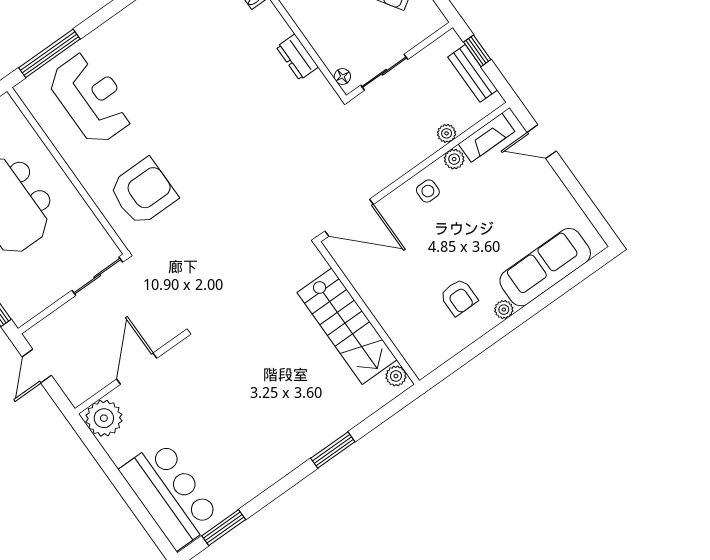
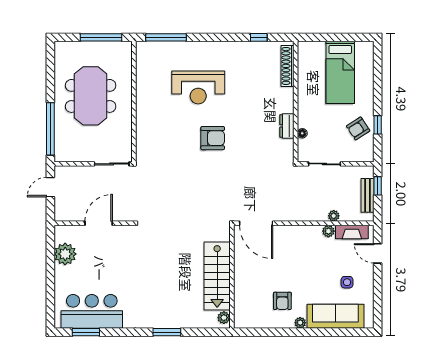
floor lamp: (342, 77) -> (302, 133), moved
reception desk: (91, 98) -> (198, 87), moved, turned 90
side table: (428, 191) -> (347, 282), moved
armchair: (143, 192) -> (213, 138), moved, width x0.73, depth x0.73
plant: (104, 418) -> (65, 254), moved
bar counter: (170, 494) -> (92, 311), moved, turned -90

